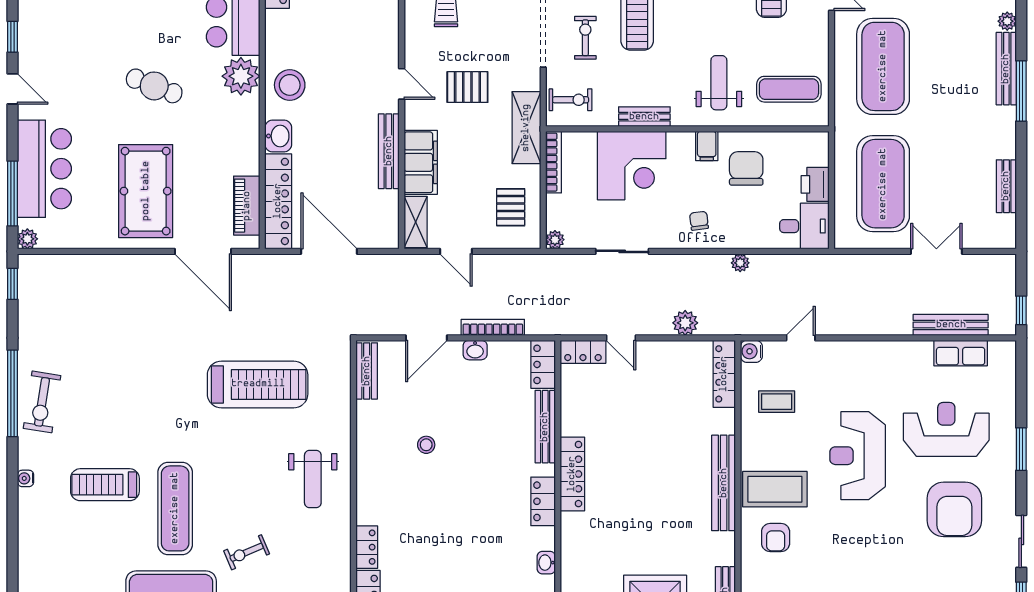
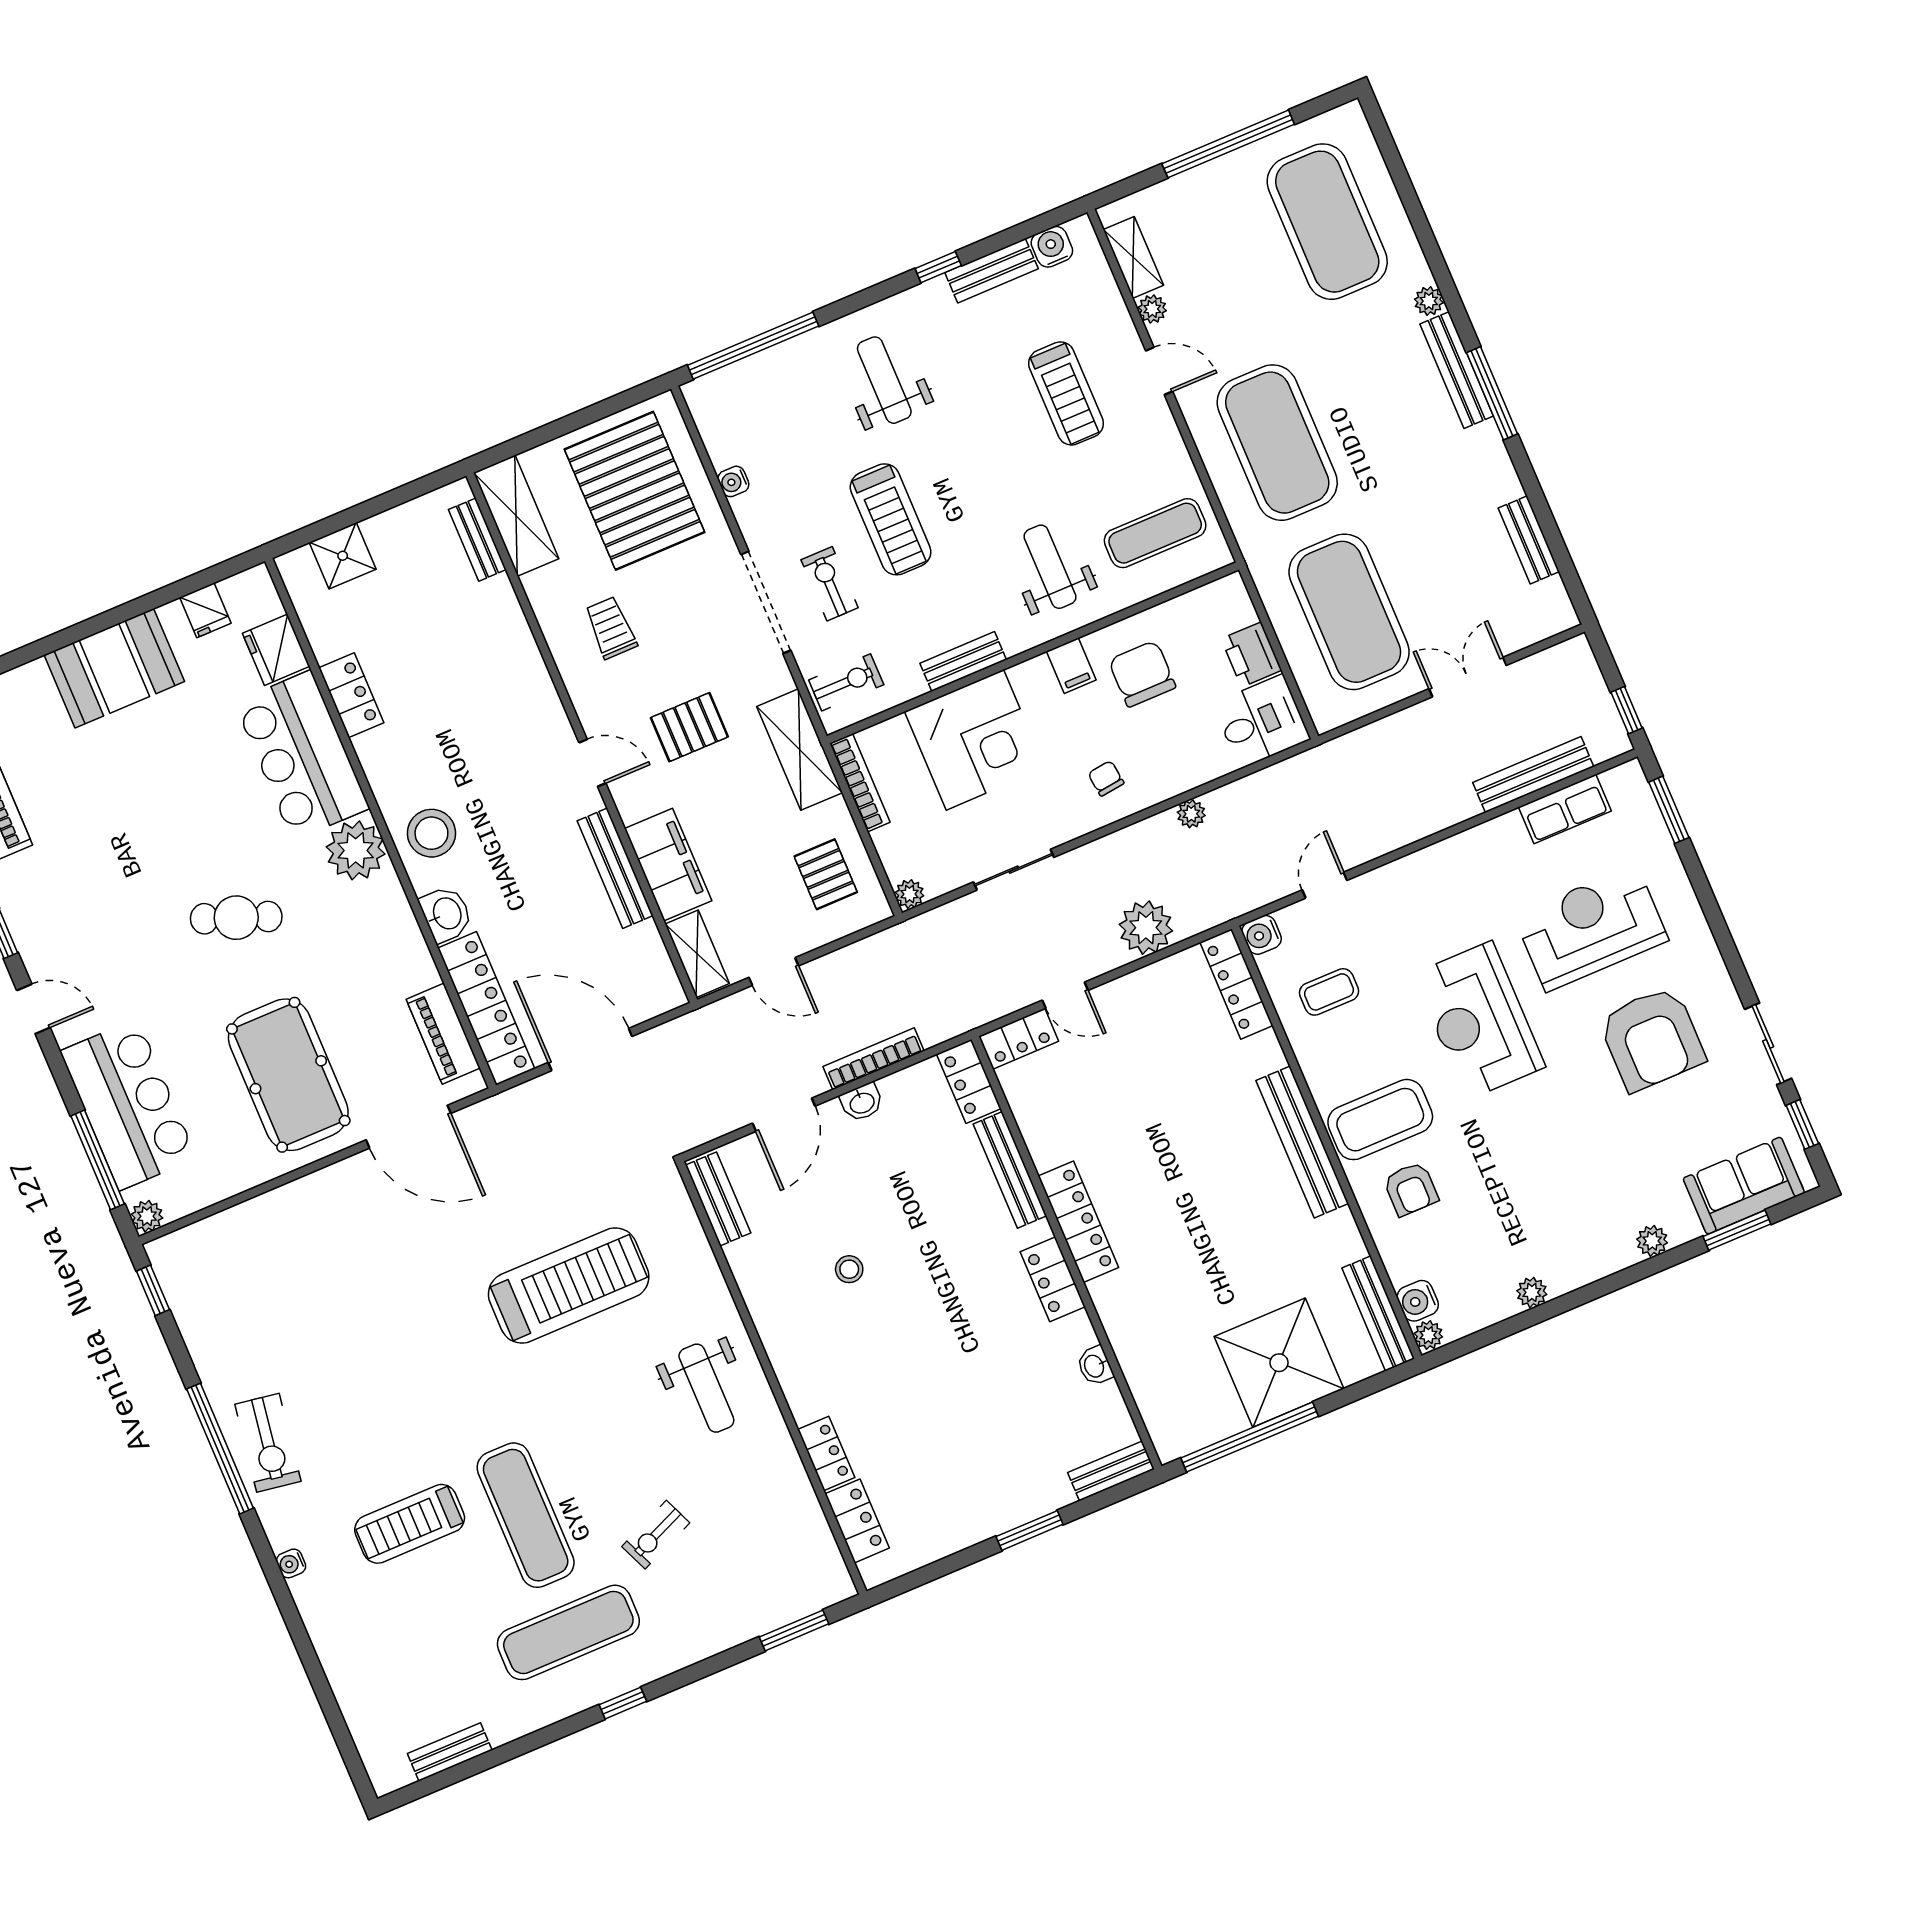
plant: (685, 323) -> (1146, 928), width x1.36, depth x1.36
window: (1021, 449) -> (1669, 810), moved

